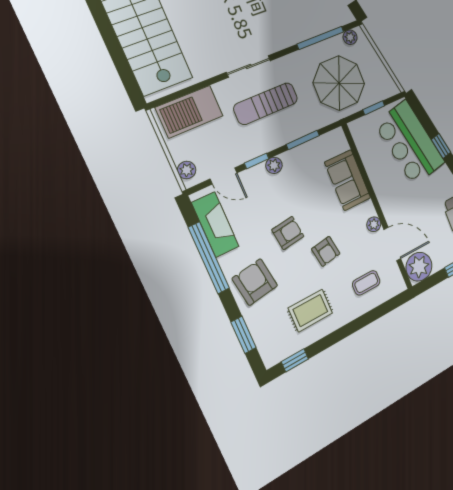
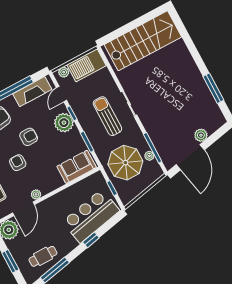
plant: (350, 37) -> (149, 156), moved
barbecue: (189, 112) -> (86, 65), moved, turned -90
plant: (274, 165) -> (64, 123), width x1.87, depth x1.87
sofa: (348, 180) -> (77, 167), moved
armchair: (288, 233) -> (29, 137), turned -83
armchair: (326, 251) -> (18, 163), turned 99

